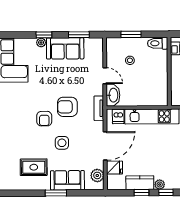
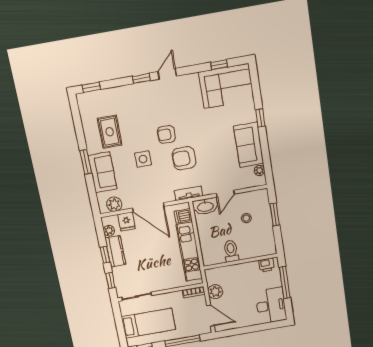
window: (79, 35) -> (266, 157), removed
plant: (41, 43) -> (259, 170), moved
toilet: (158, 43) -> (231, 251), moved
armchair: (67, 107) -> (184, 158), turned -90
plant: (160, 185) -> (109, 231), moved

